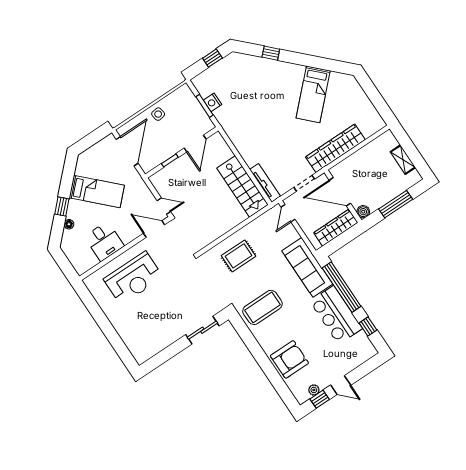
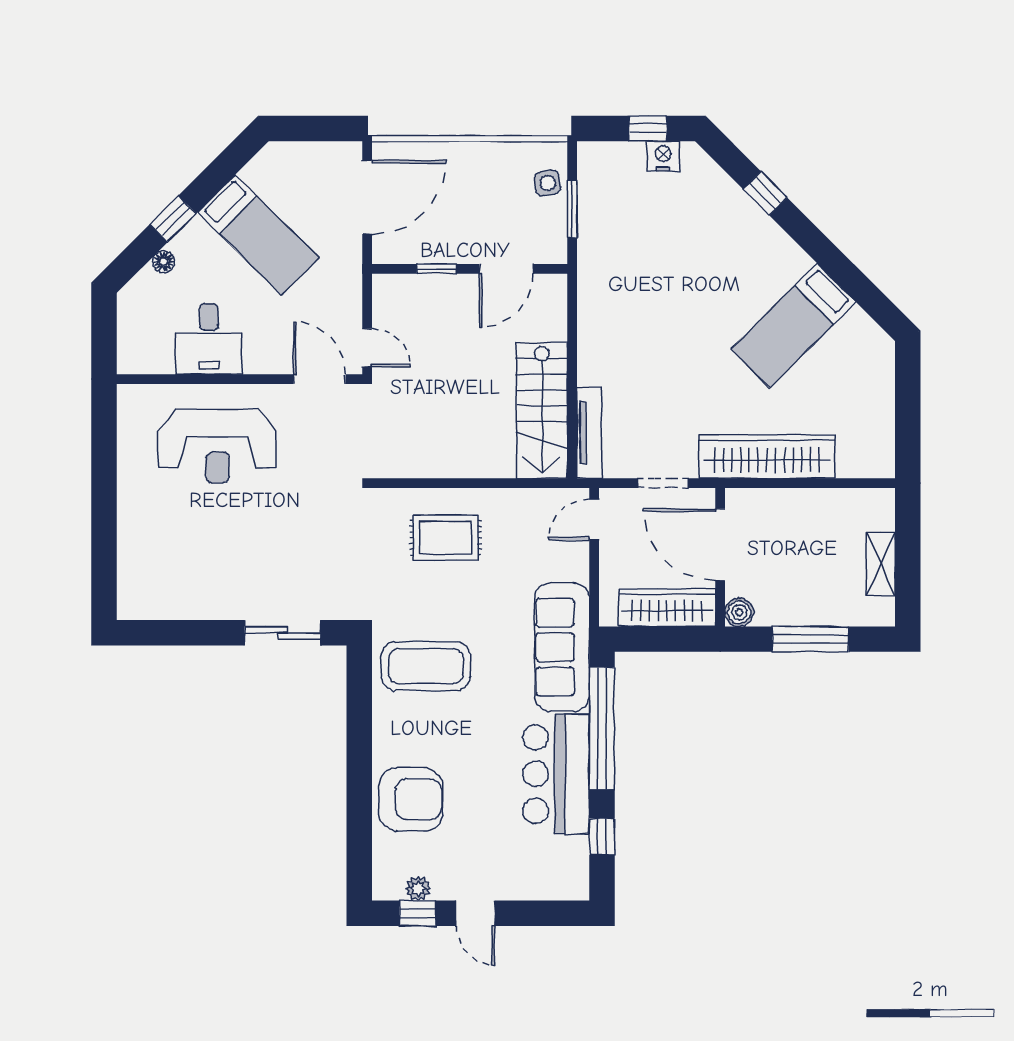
nightstand: (212, 102) -> (663, 156), moved, turned 90
side table: (158, 114) -> (548, 183), moved

